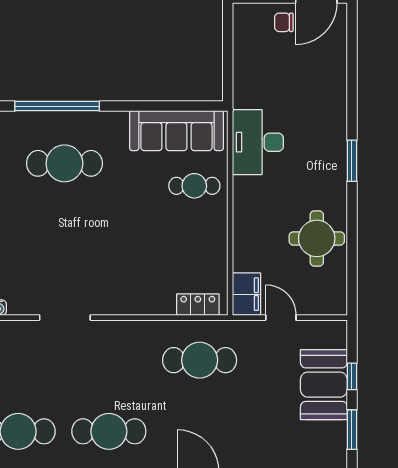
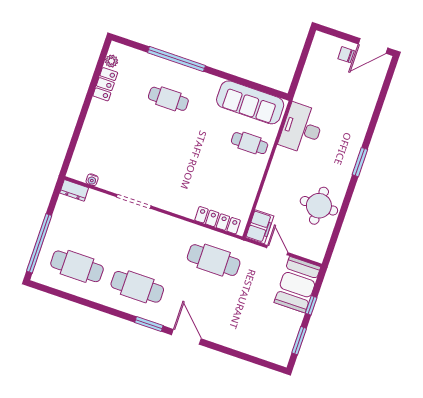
cafe table: (64, 163) -> (168, 99), width x0.73, depth x0.74
locker: (198, 305) -> (218, 220), width x1.53
booth: (324, 385) -> (297, 285), moved

